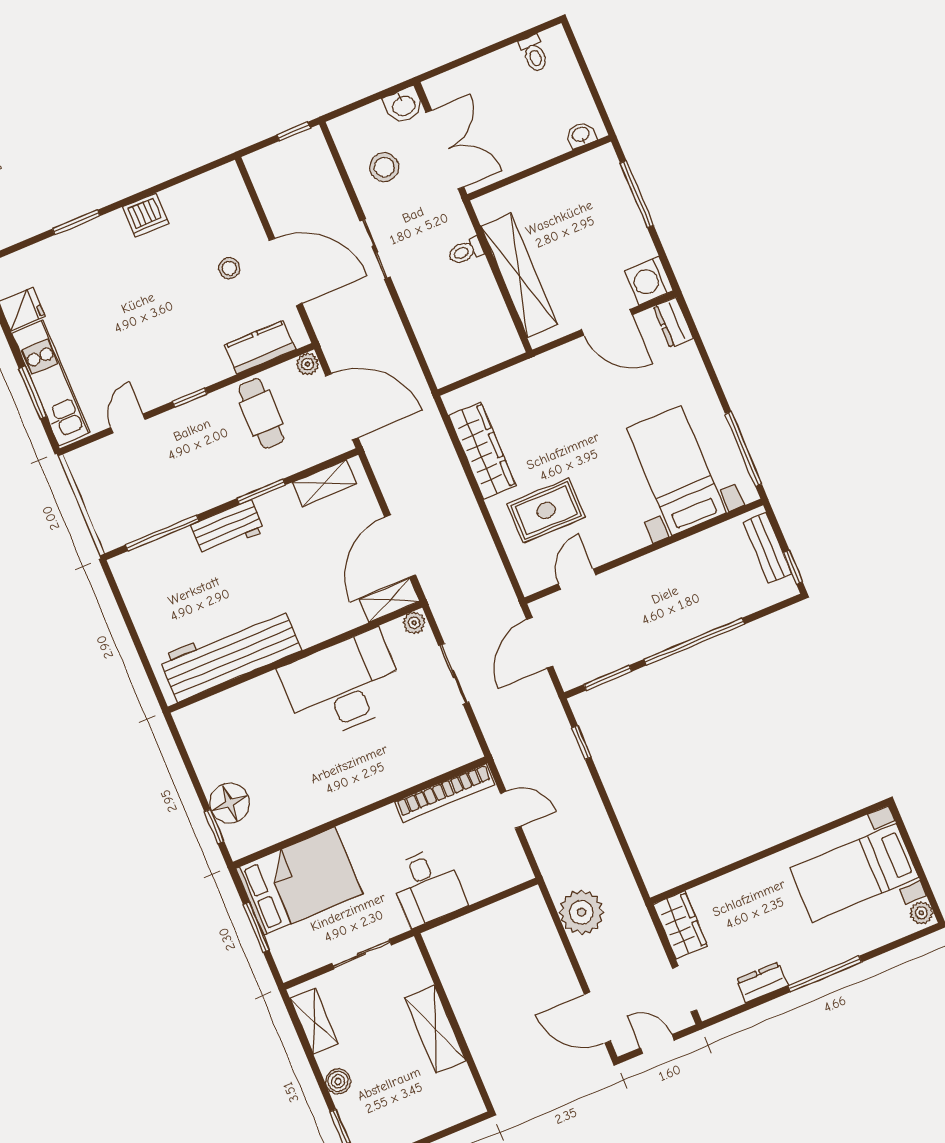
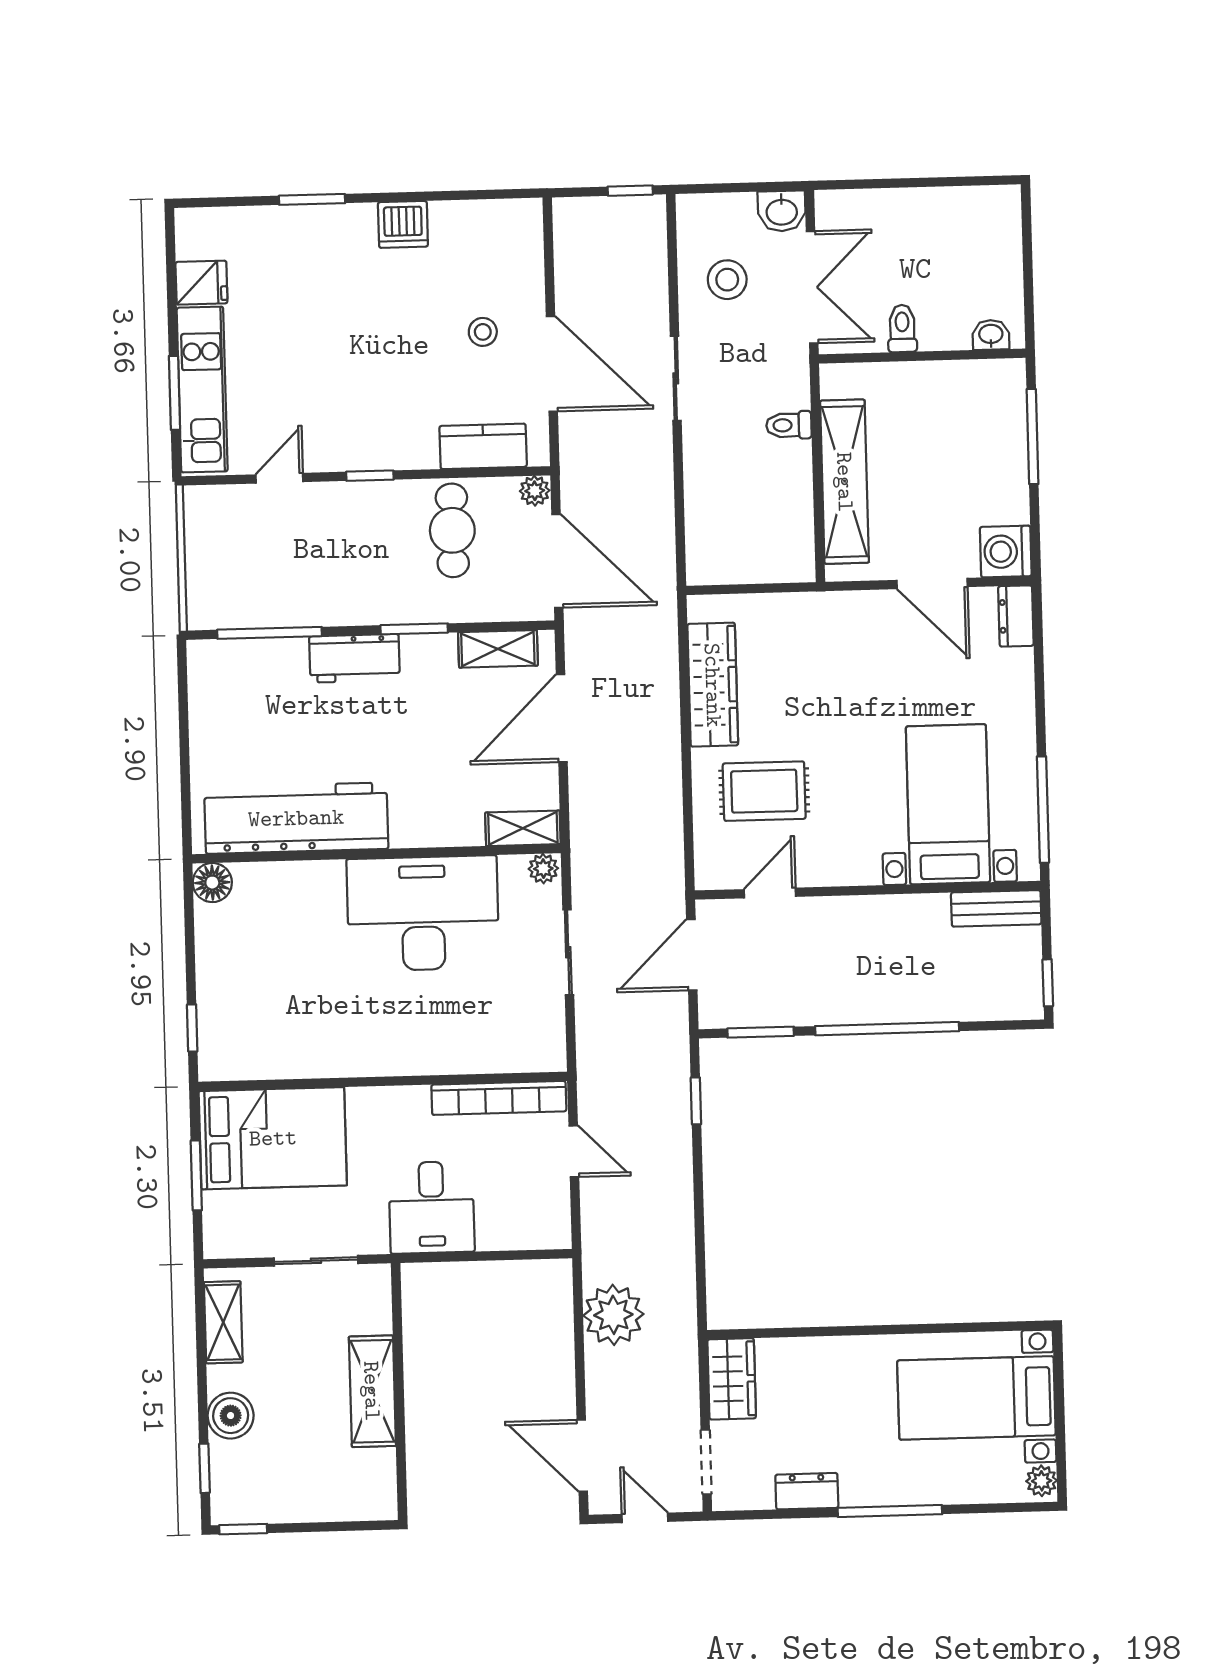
toilet: (534, 53) -> (902, 328), moved, turned 180
door: (400, 546) -> (562, 718), moved
bench: (767, 548) -> (996, 908), moved, turned 90
floor lamp: (230, 803) -> (212, 883), moved, width x0.73, depth x0.73
boiler: (338, 1081) -> (231, 1416), width x1.36, depth x1.36

